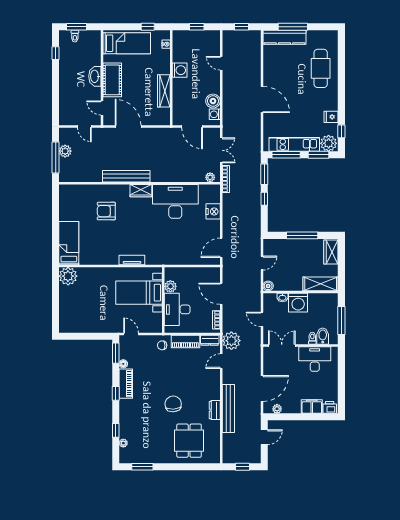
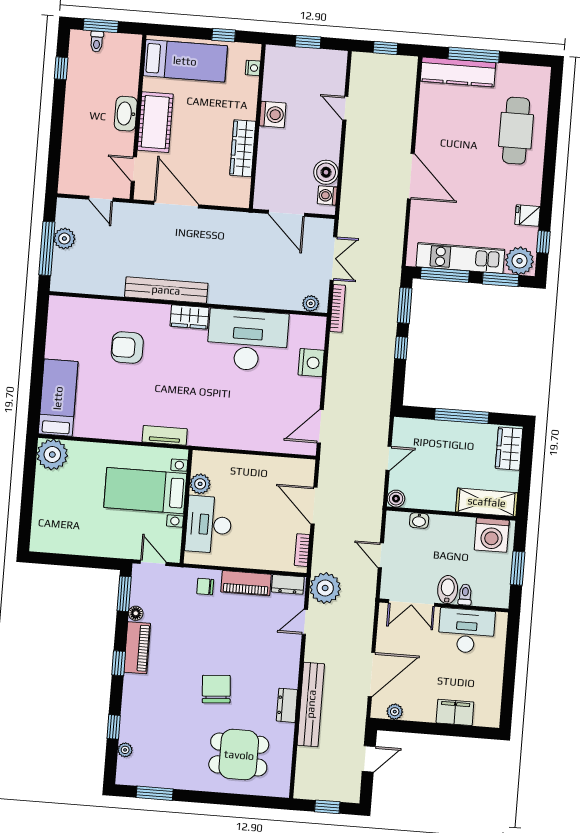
plant: (170, 286) -> (200, 484), moved
bed with nightstands: (139, 293) -> (145, 491), moved
wall: (163, 300) -> (186, 506), moved
washing machine: (298, 303) -> (492, 535), moved
desk: (177, 309) -> (209, 525), moved
window: (341, 321) -> (518, 568), width x0.69
bidet: (323, 336) -> (448, 590), moved
double door: (282, 345) -> (411, 603), swing flipped
printer: (330, 407) -> (486, 716), removed
dining table: (189, 441) -> (239, 755), turned 90

